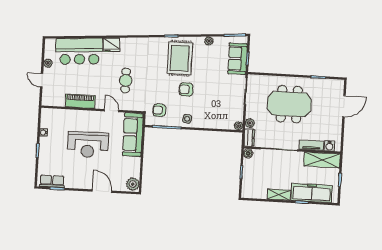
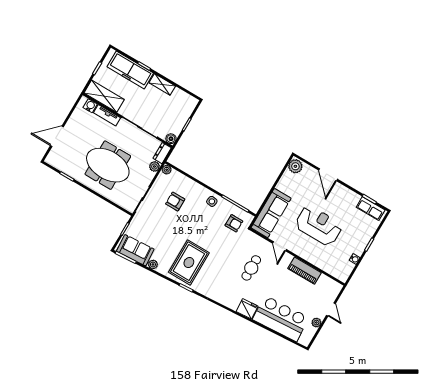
sofa: (238, 59) -> (135, 250), moved, turned -94
armchair: (186, 89) -> (175, 202), moved, turned 180

